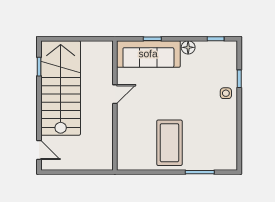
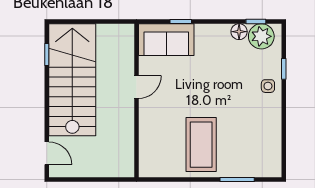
floor lamp: (188, 47) -> (239, 32), moved
plant: (220, 51) -> (261, 36), added
sofa: (148, 54) -> (166, 40), width x0.73

